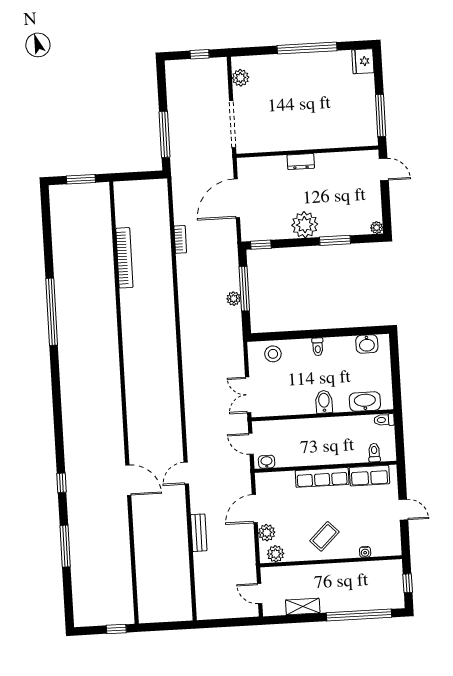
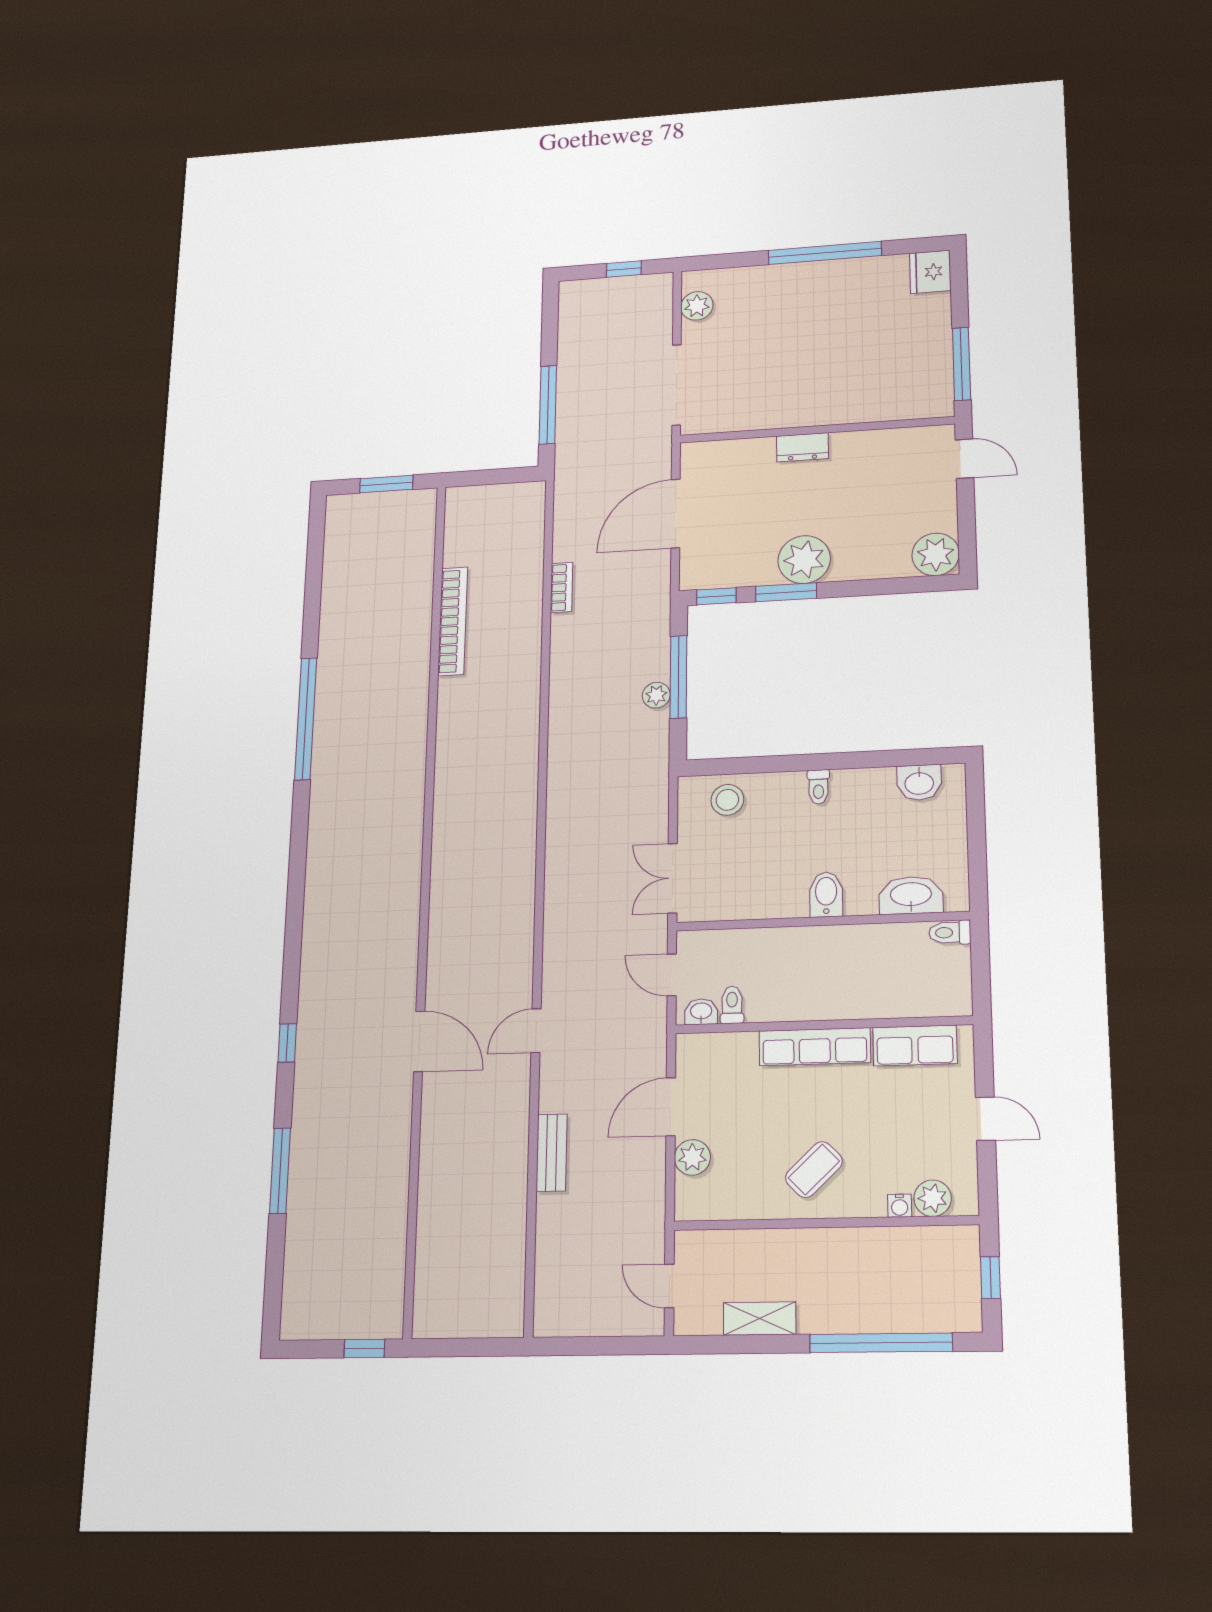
plant: (377, 228) -> (936, 554), width x1.87, depth x1.87
window: (335, 240) -> (786, 592), moved
toilet: (374, 453) -> (732, 1005), moved
plant: (276, 554) -> (933, 1198), moved

